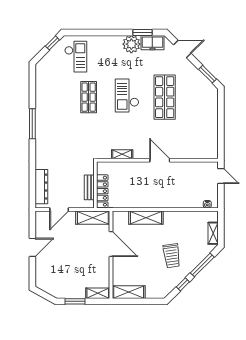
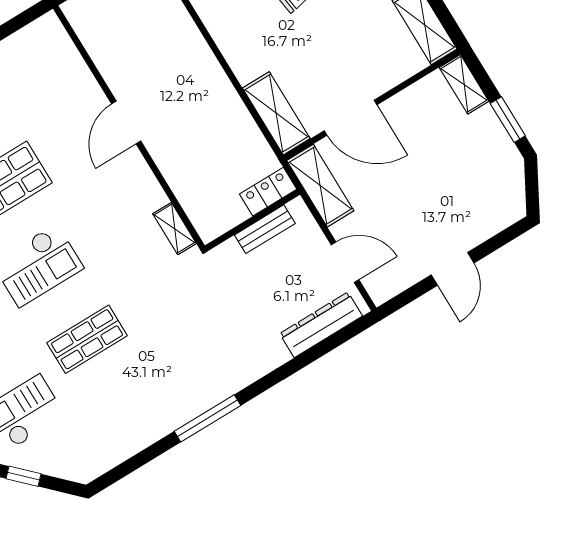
shelving: (122, 154) -> (175, 229), moved
locker: (102, 191) -> (268, 192), width x0.66
shelving: (146, 218) -> (276, 113), moved
door: (111, 244) -> (351, 118), swing flipped
door: (32, 247) -> (452, 269), swing flipped

